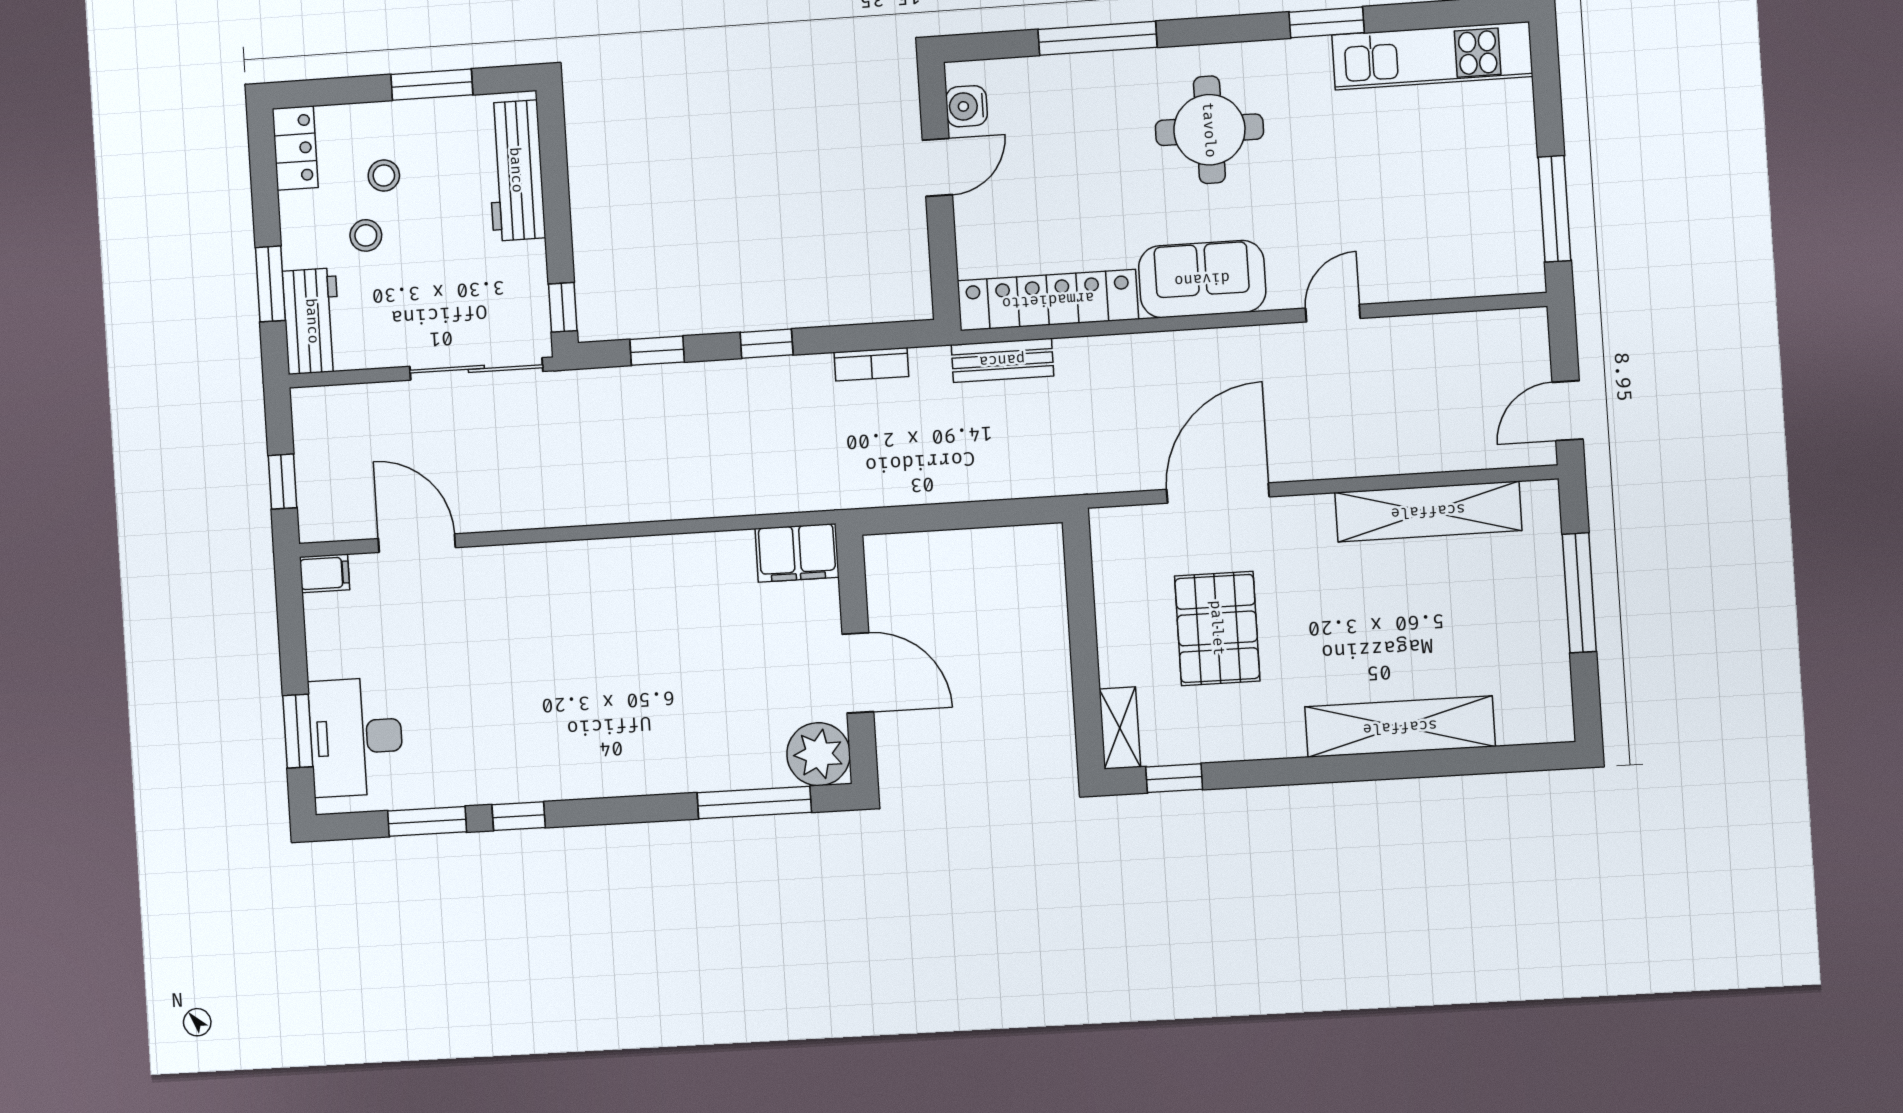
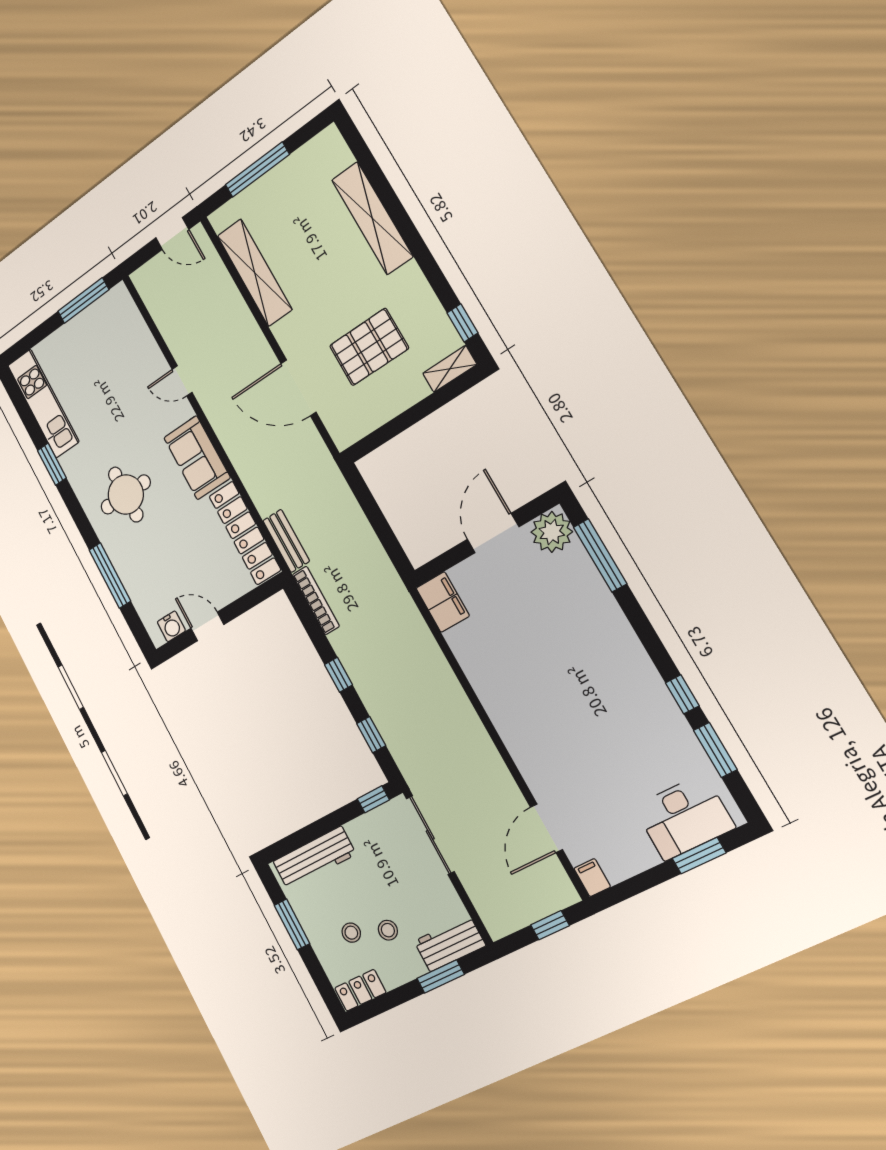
bookcase: (871, 364) -> (316, 600), width x1.56

